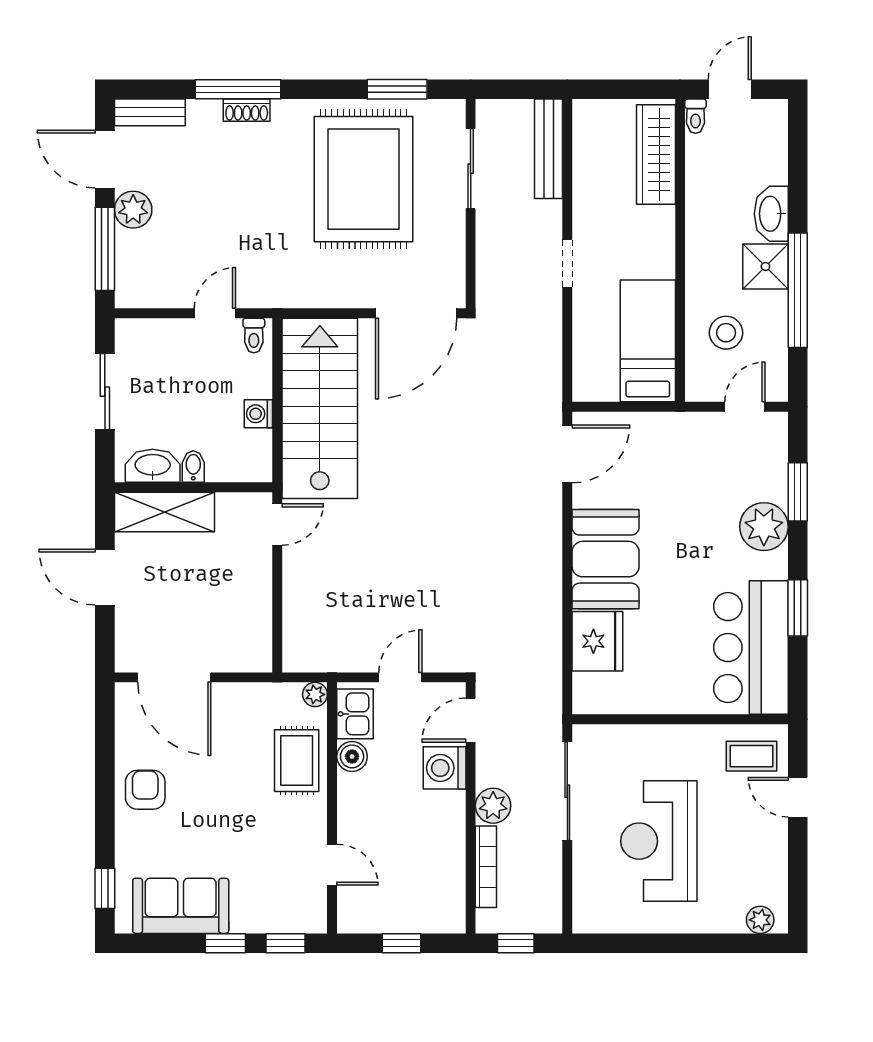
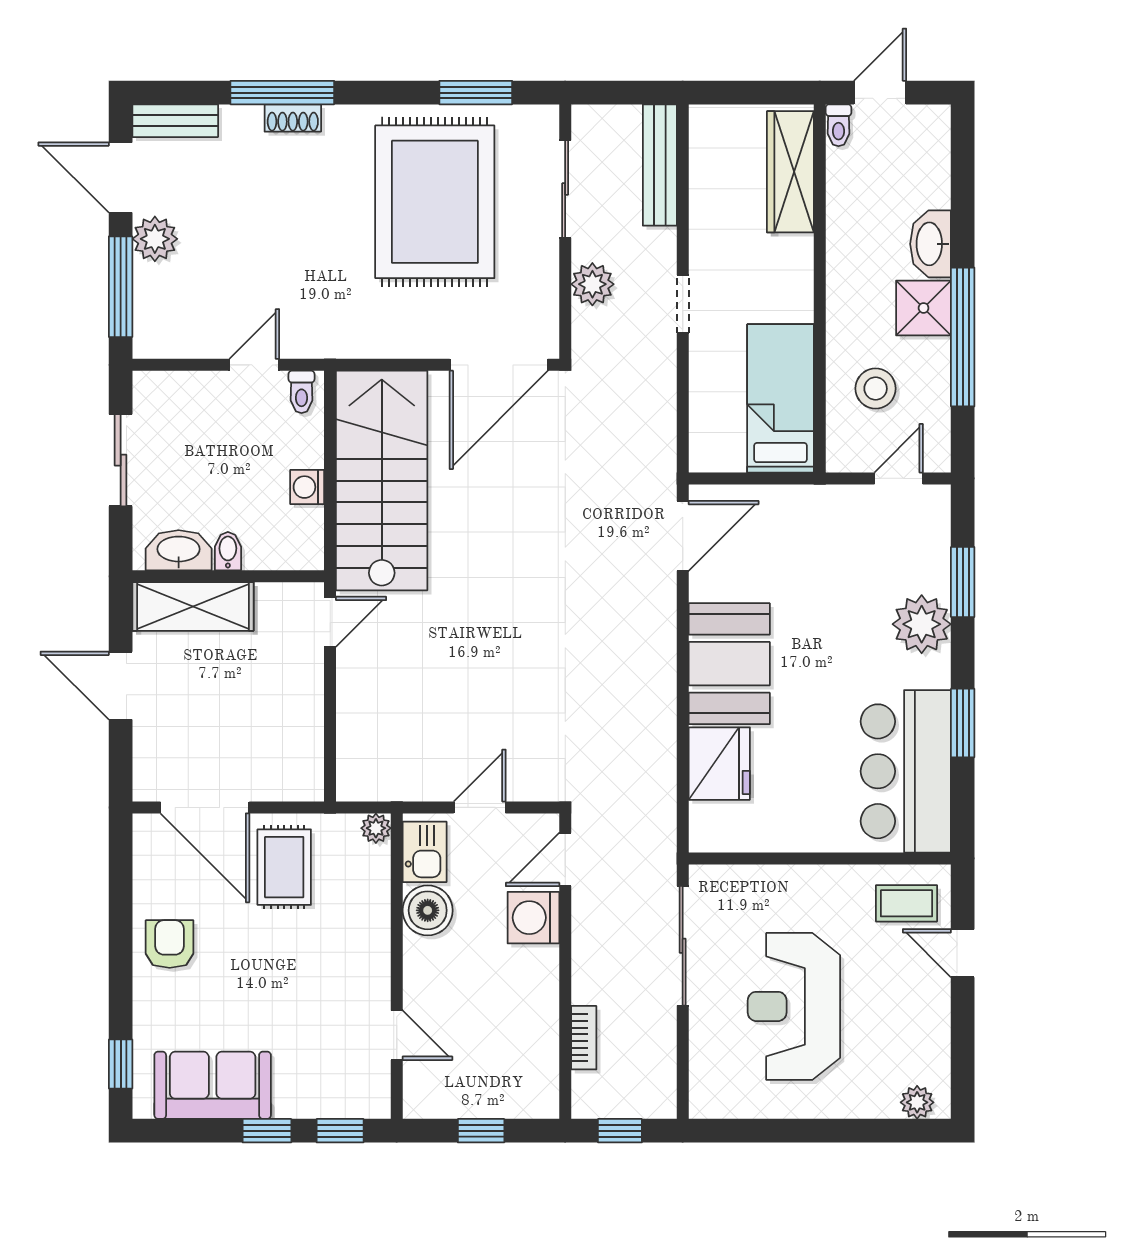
boiler: (352, 756) -> (428, 910), width x1.36, depth x1.36
rug: (297, 761) -> (284, 867), moved
plant: (493, 806) -> (592, 284), moved
bookcase: (486, 867) -> (584, 1038), width x0.64

